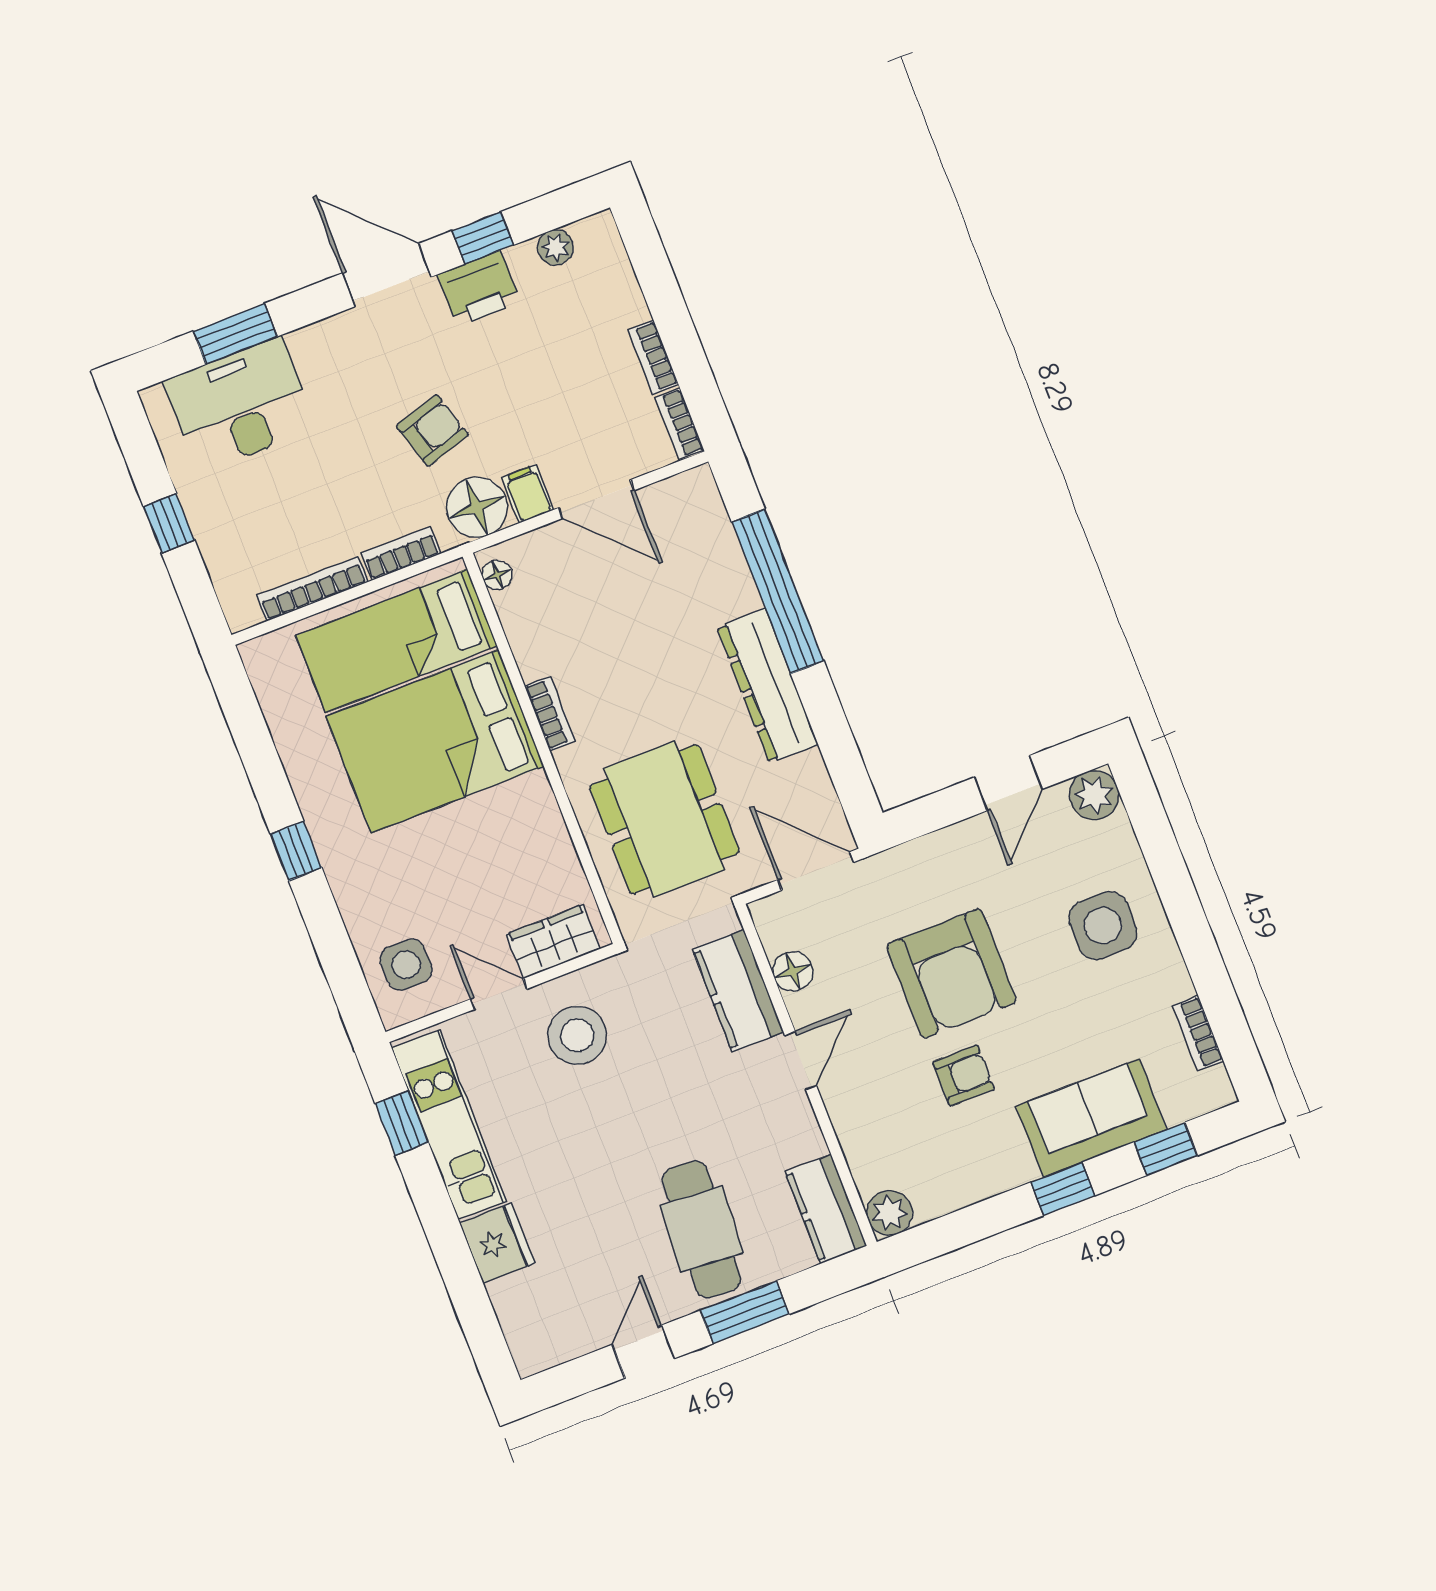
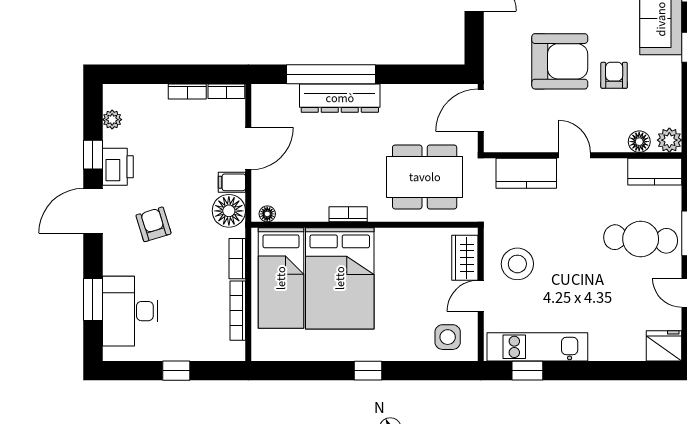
armchair: (432, 430) -> (154, 224), moved
dresser: (767, 686) -> (340, 98), moved
floor lamp: (793, 971) -> (639, 142), moved
fridge: (497, 1243) -> (664, 346), moved

